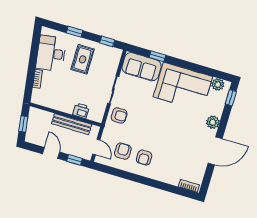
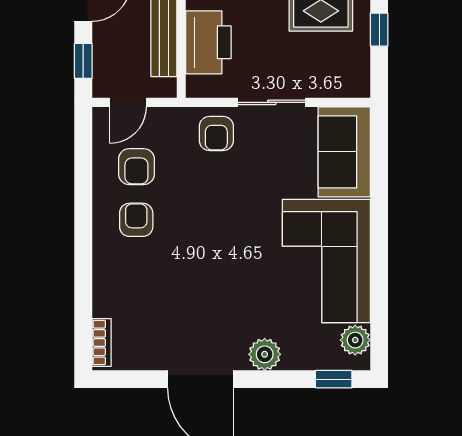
window: (107, 41) -> (379, 30), moved
window: (157, 56) -> (379, 182), removed
printer: (81, 111) -> (208, 42), width x1.87, depth x1.48
armchair: (123, 151) -> (136, 167), turned 90
armchair: (144, 158) -> (136, 220), turned 90

